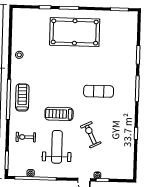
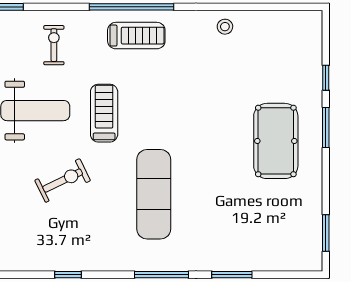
pool table: (75, 32) -> (276, 141), width x0.73, depth x0.76
exercise mat: (99, 91) -> (154, 194), width x1.36, depth x1.45

